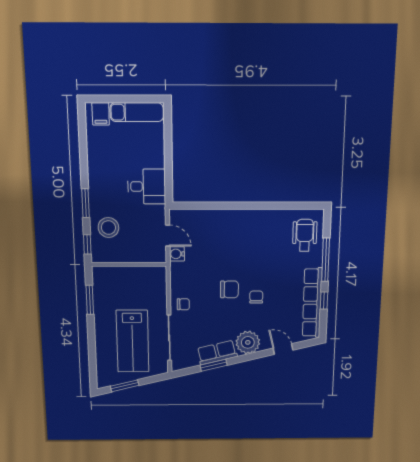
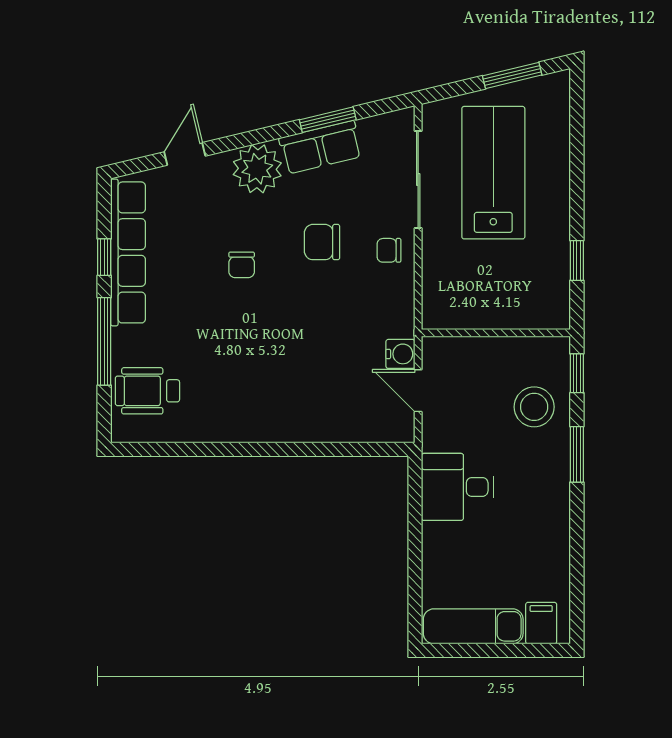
wheelchair: (305, 235) -> (147, 391), turned 90
chair: (229, 289) -> (322, 242), moved
window: (90, 300) -> (577, 261), width x0.67
door: (283, 349) -> (185, 154), swing flipped

